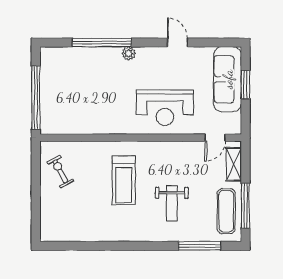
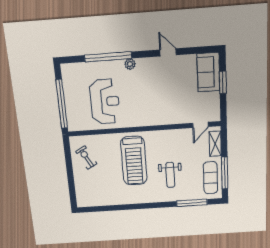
sofa: (228, 79) -> (208, 72), width x0.73
reception desk: (165, 108) -> (105, 102), moved, turned -90
treadmill: (124, 180) -> (134, 161), width x1.37, depth x1.38

